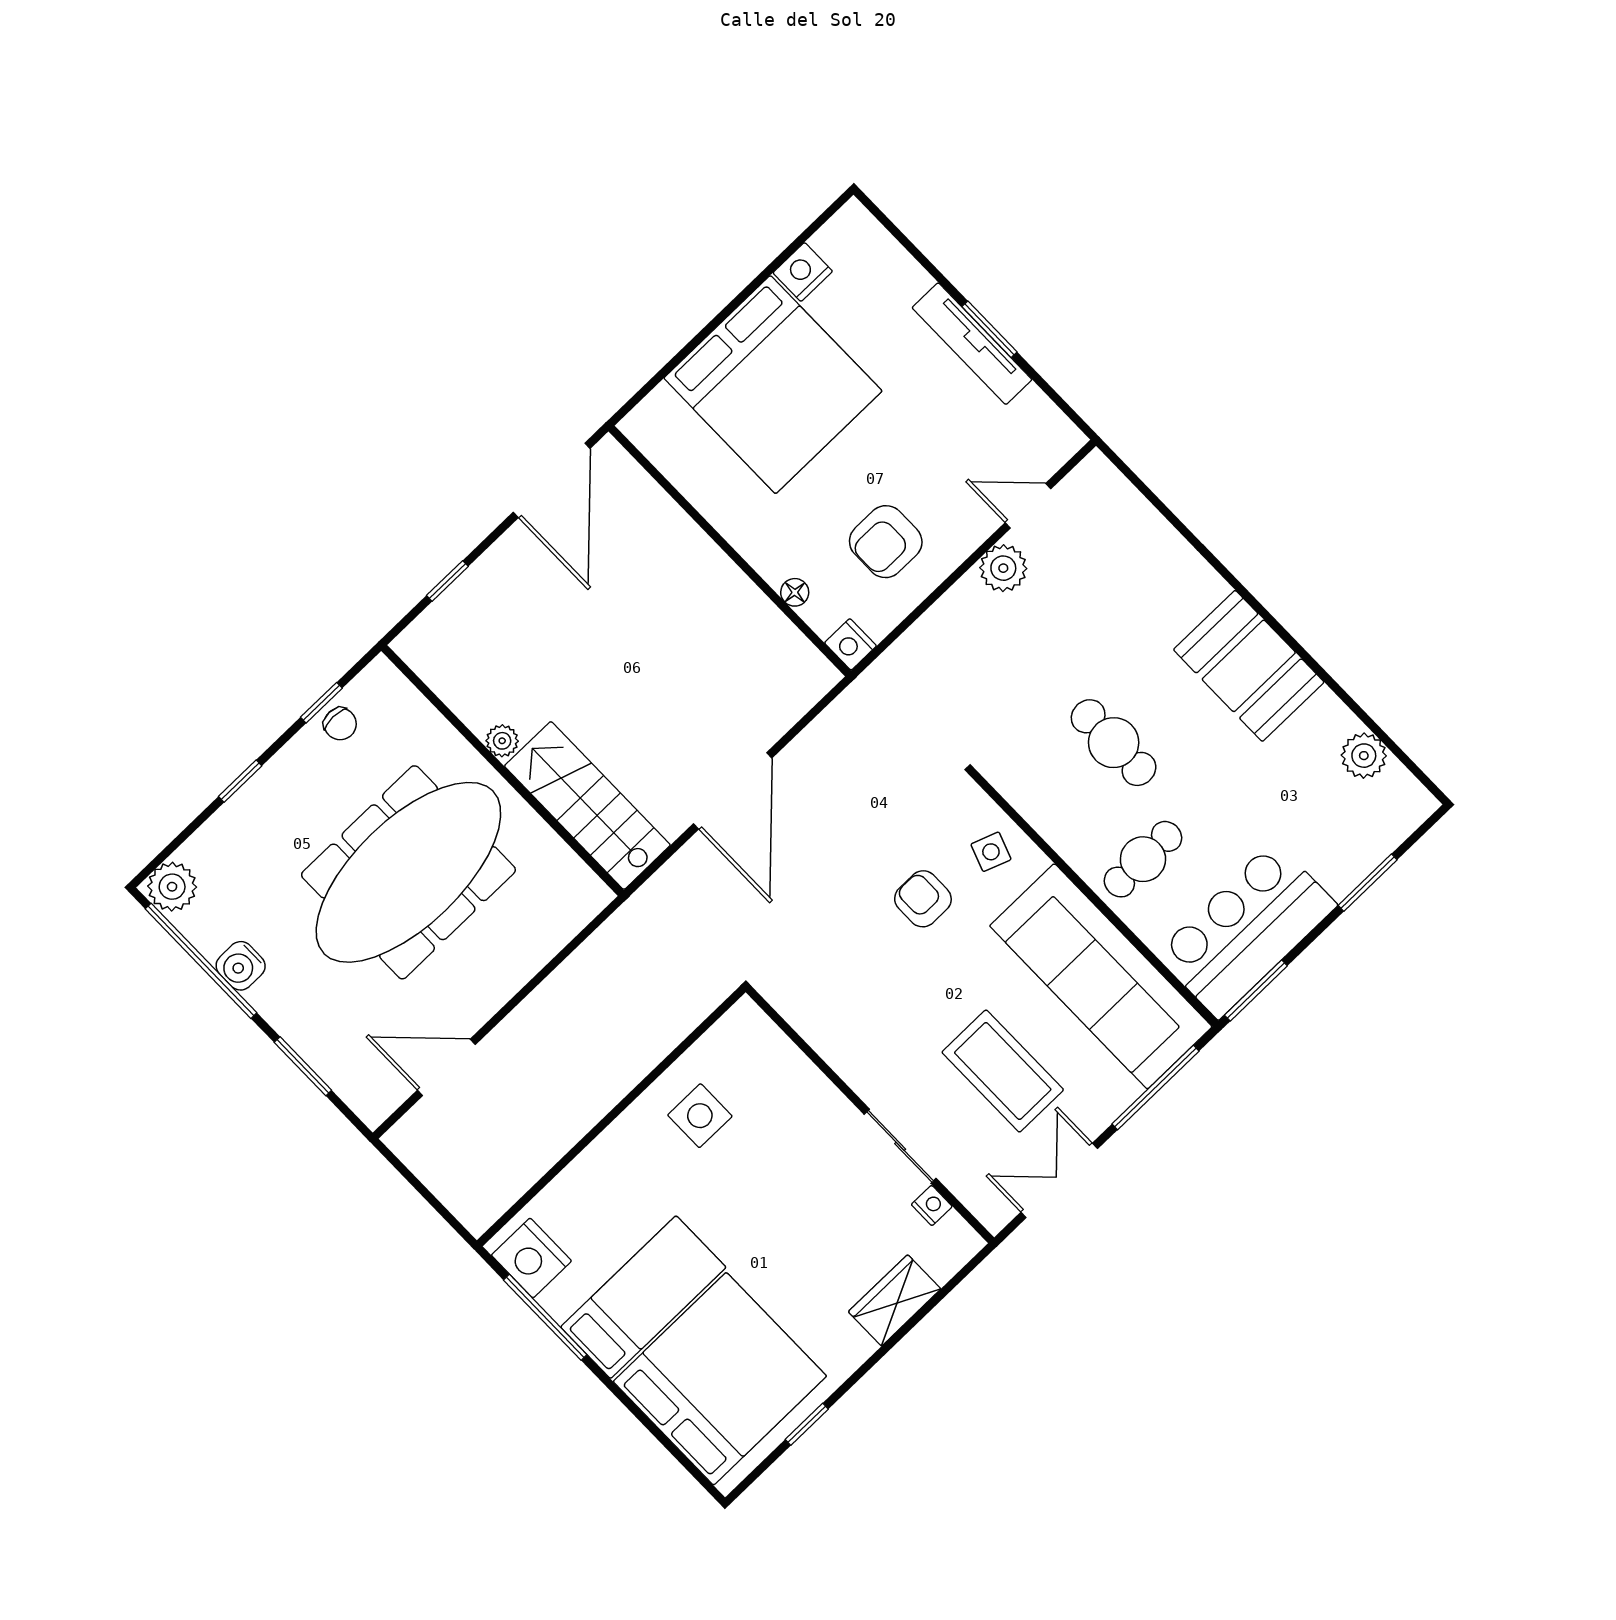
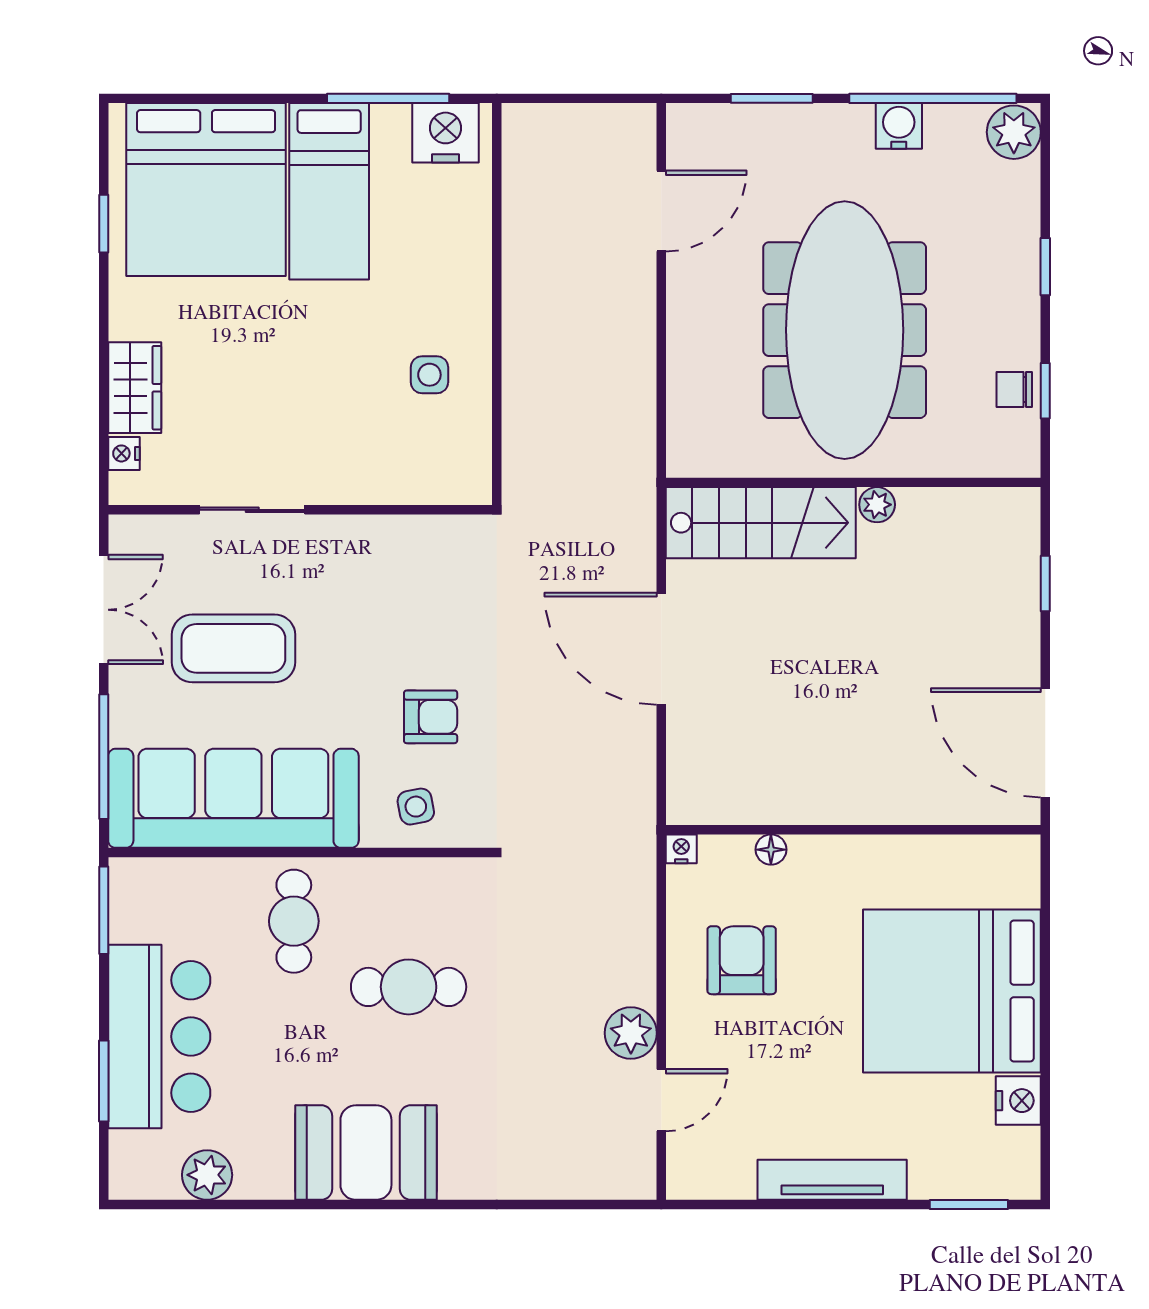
window: (989, 329) -> (969, 1204), moved
nightstand: (850, 644) -> (681, 849), width x0.72, depth x0.74
side table: (991, 852) -> (416, 807), turned -31
bar counter: (1246, 930) -> (159, 1037), moved
side table: (700, 1116) -> (429, 375), width x0.73, depth x0.73
nightstand: (932, 1205) -> (124, 453), moved, turned 90

